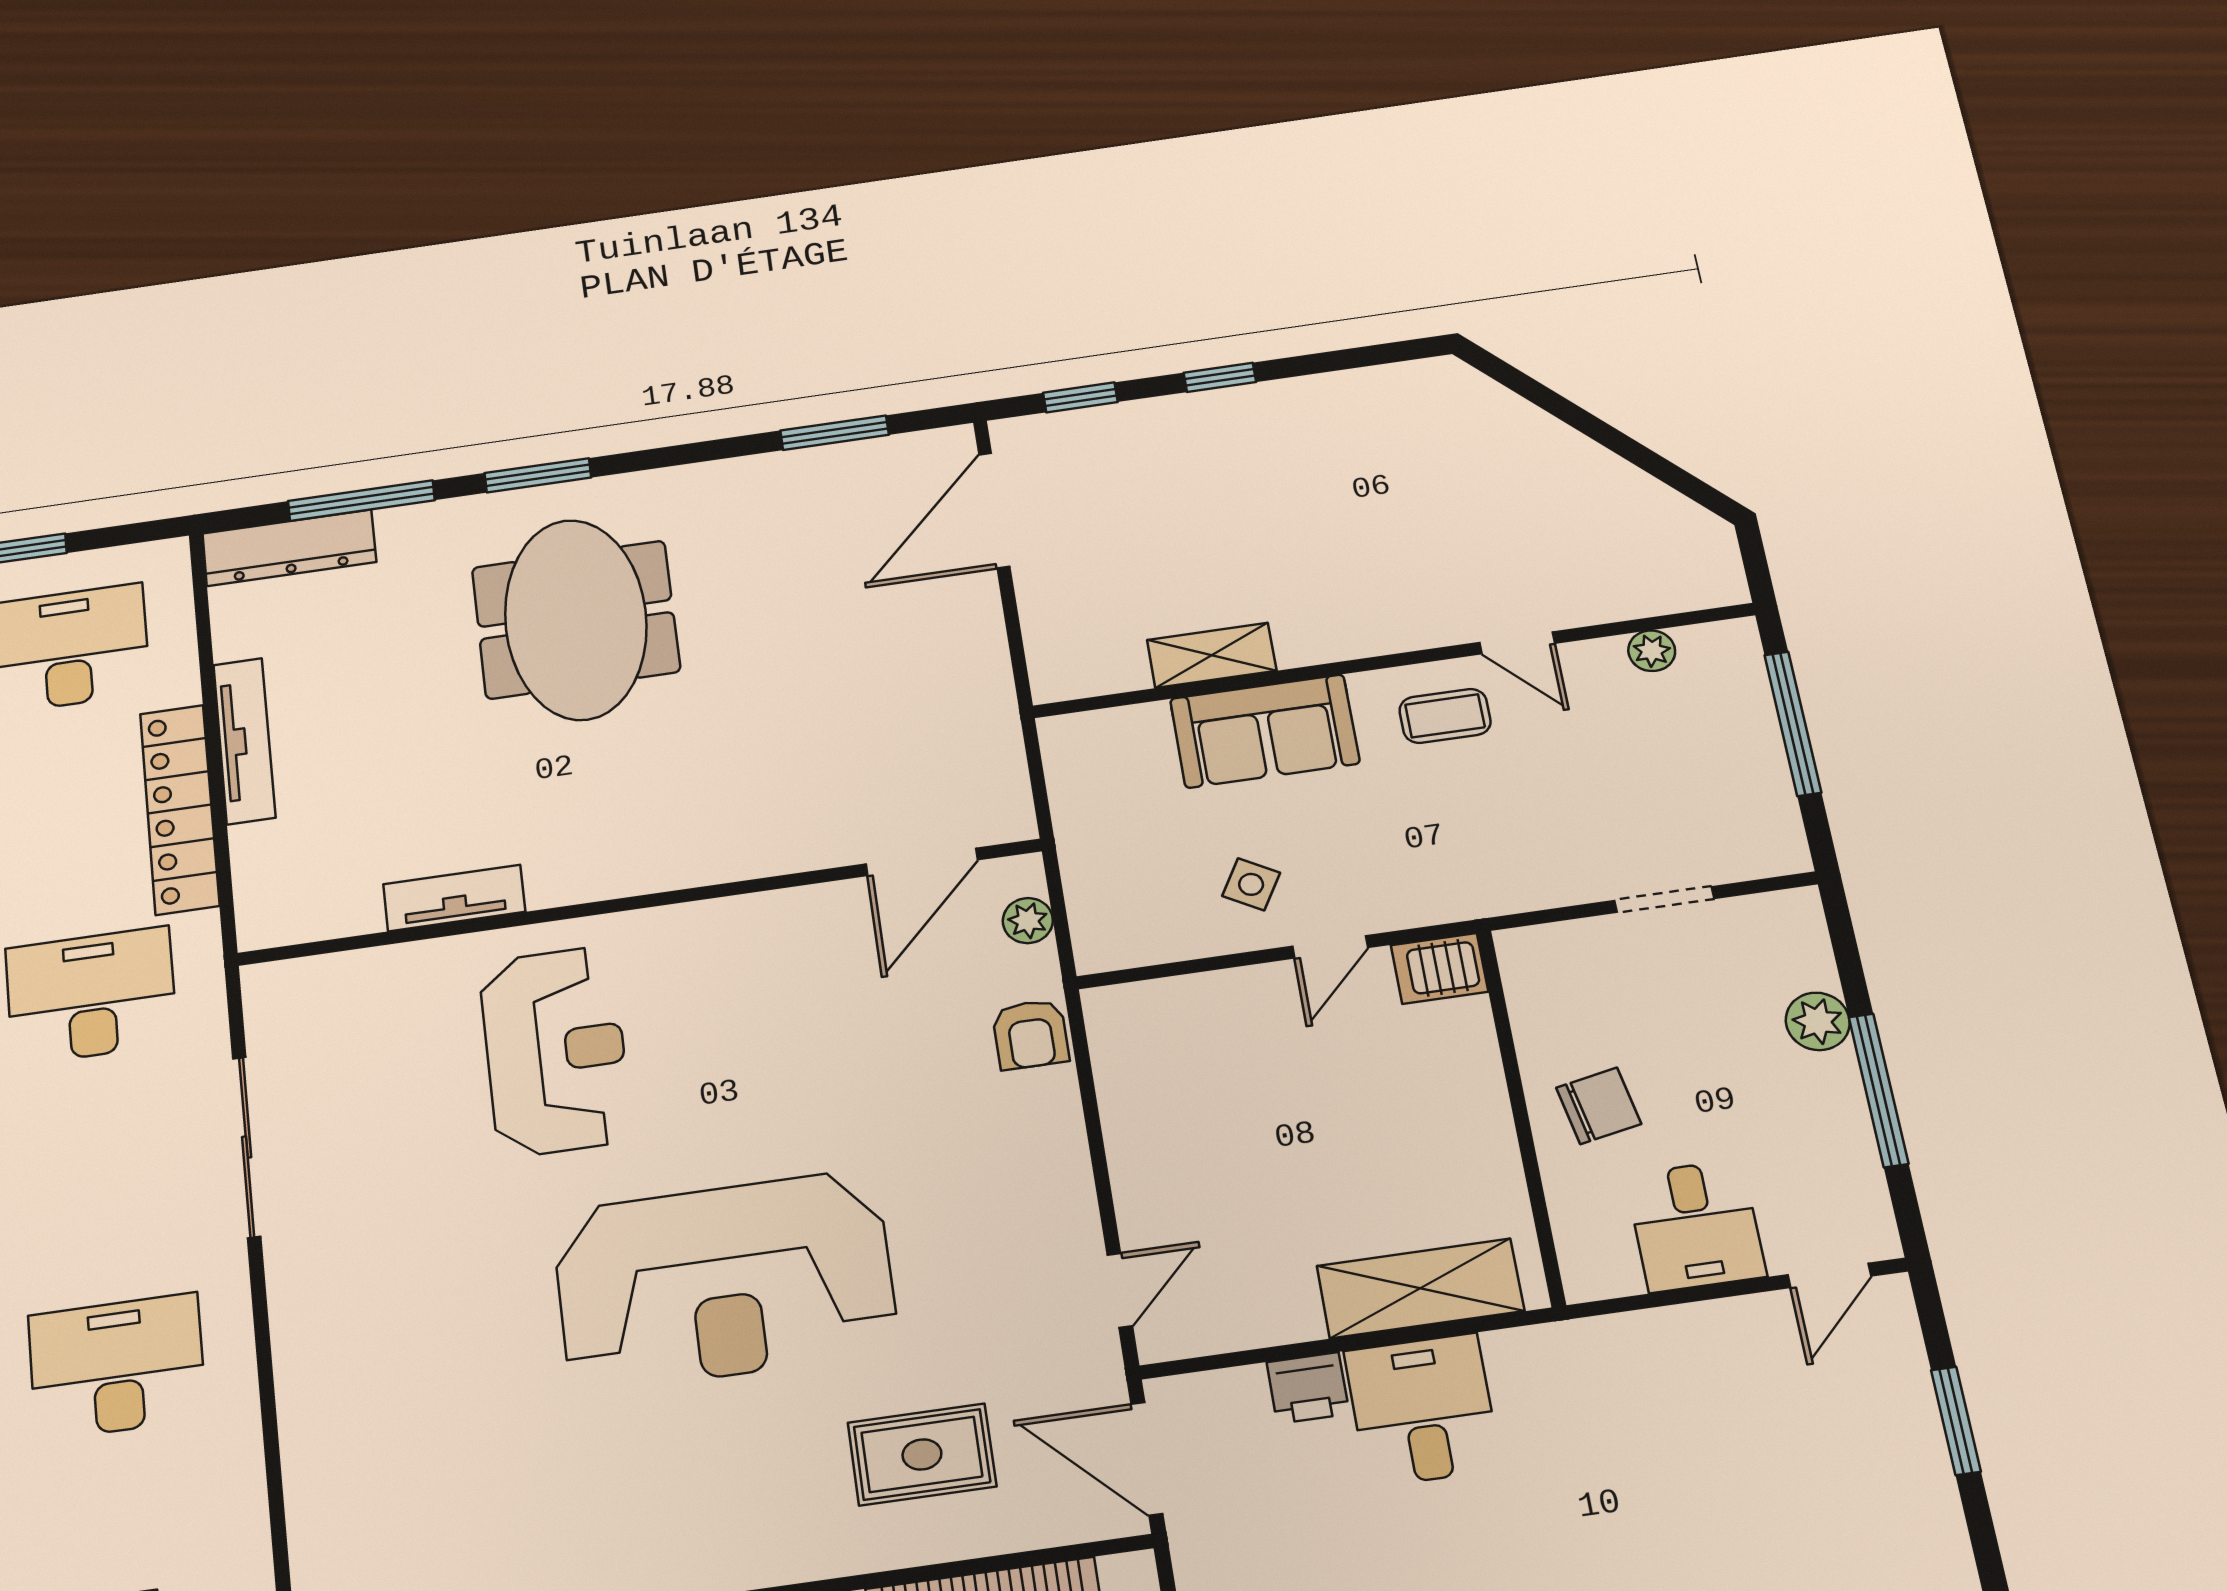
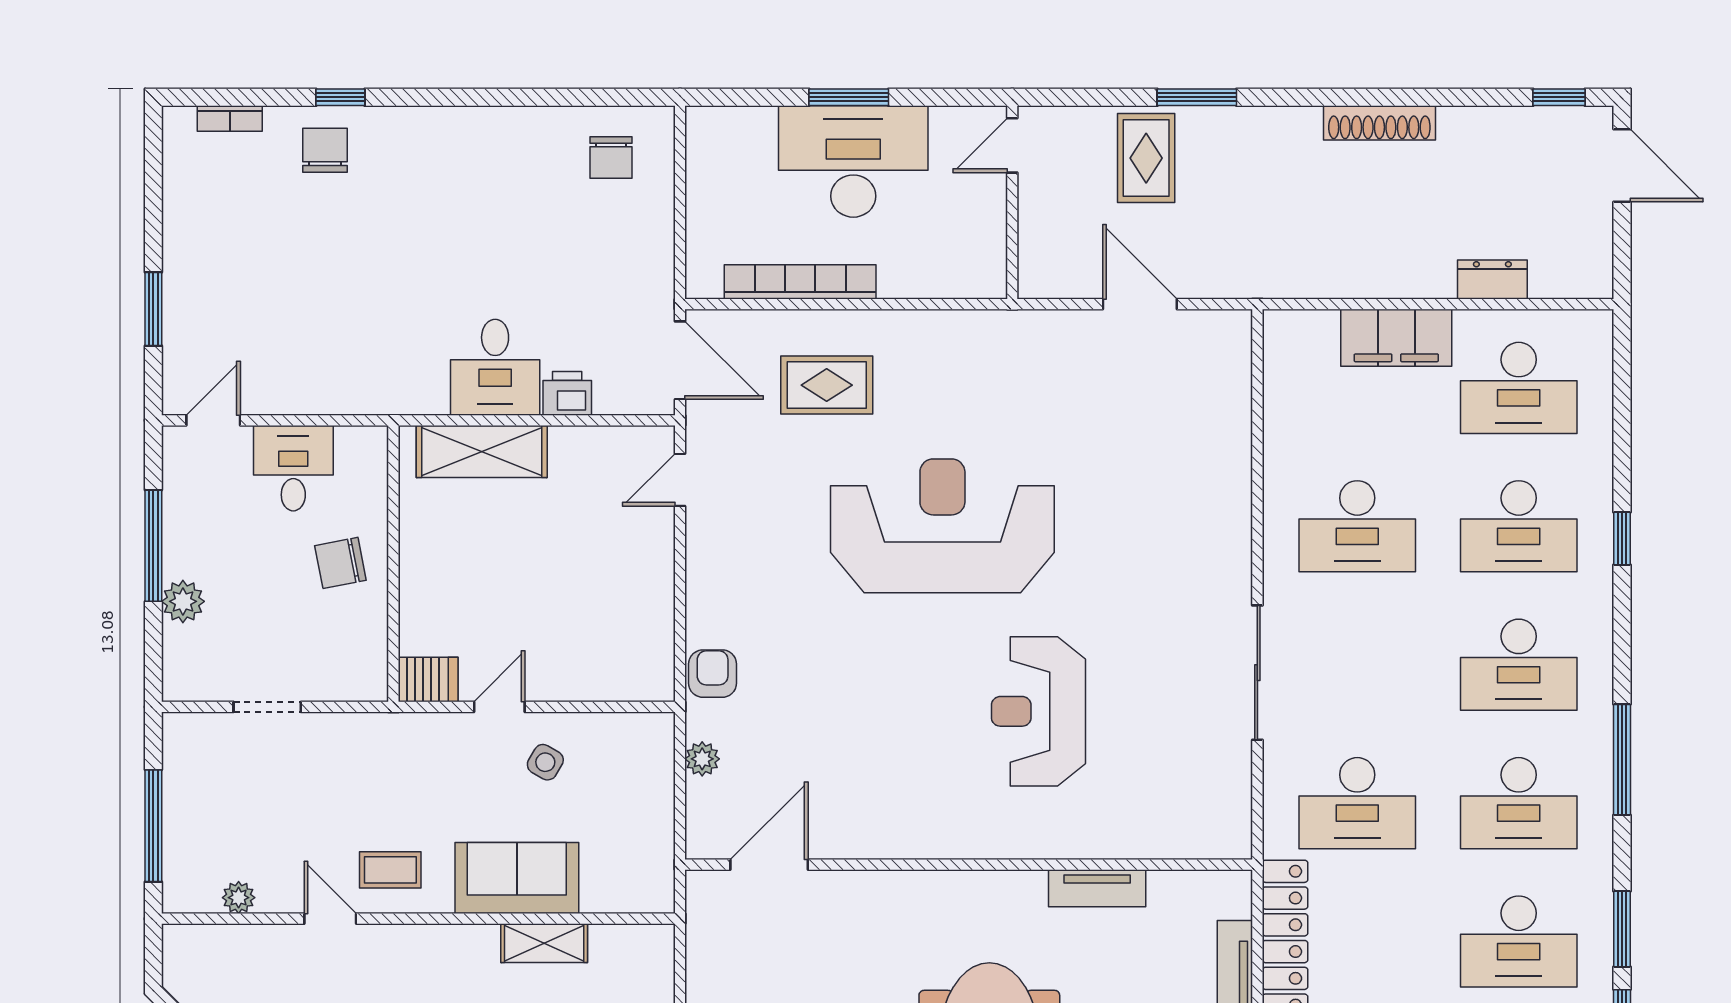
door: (922, 862) -> (769, 865), moved
tv unit: (454, 898) -> (1097, 888), moved
wall: (639, 902) -> (969, 865), moved

